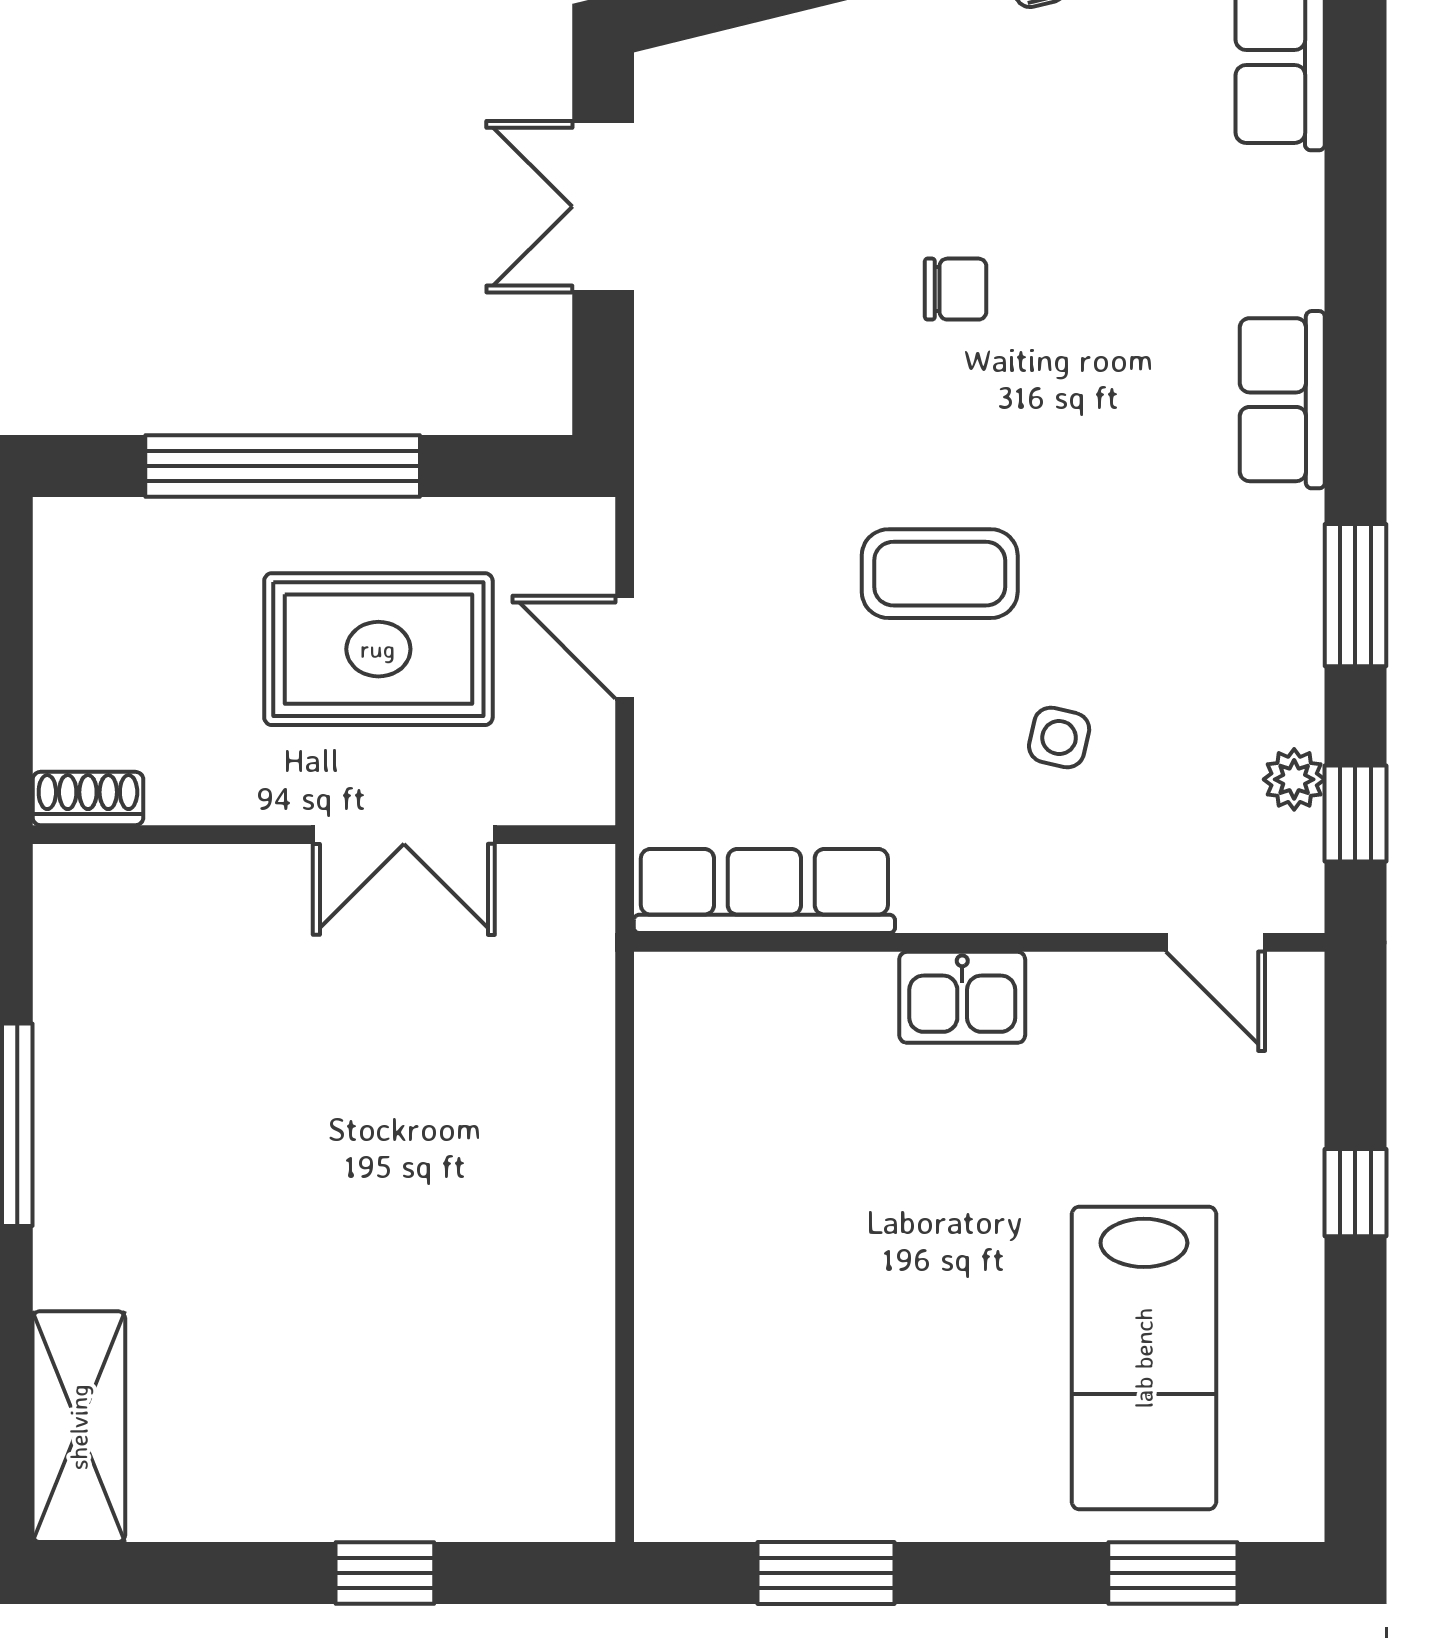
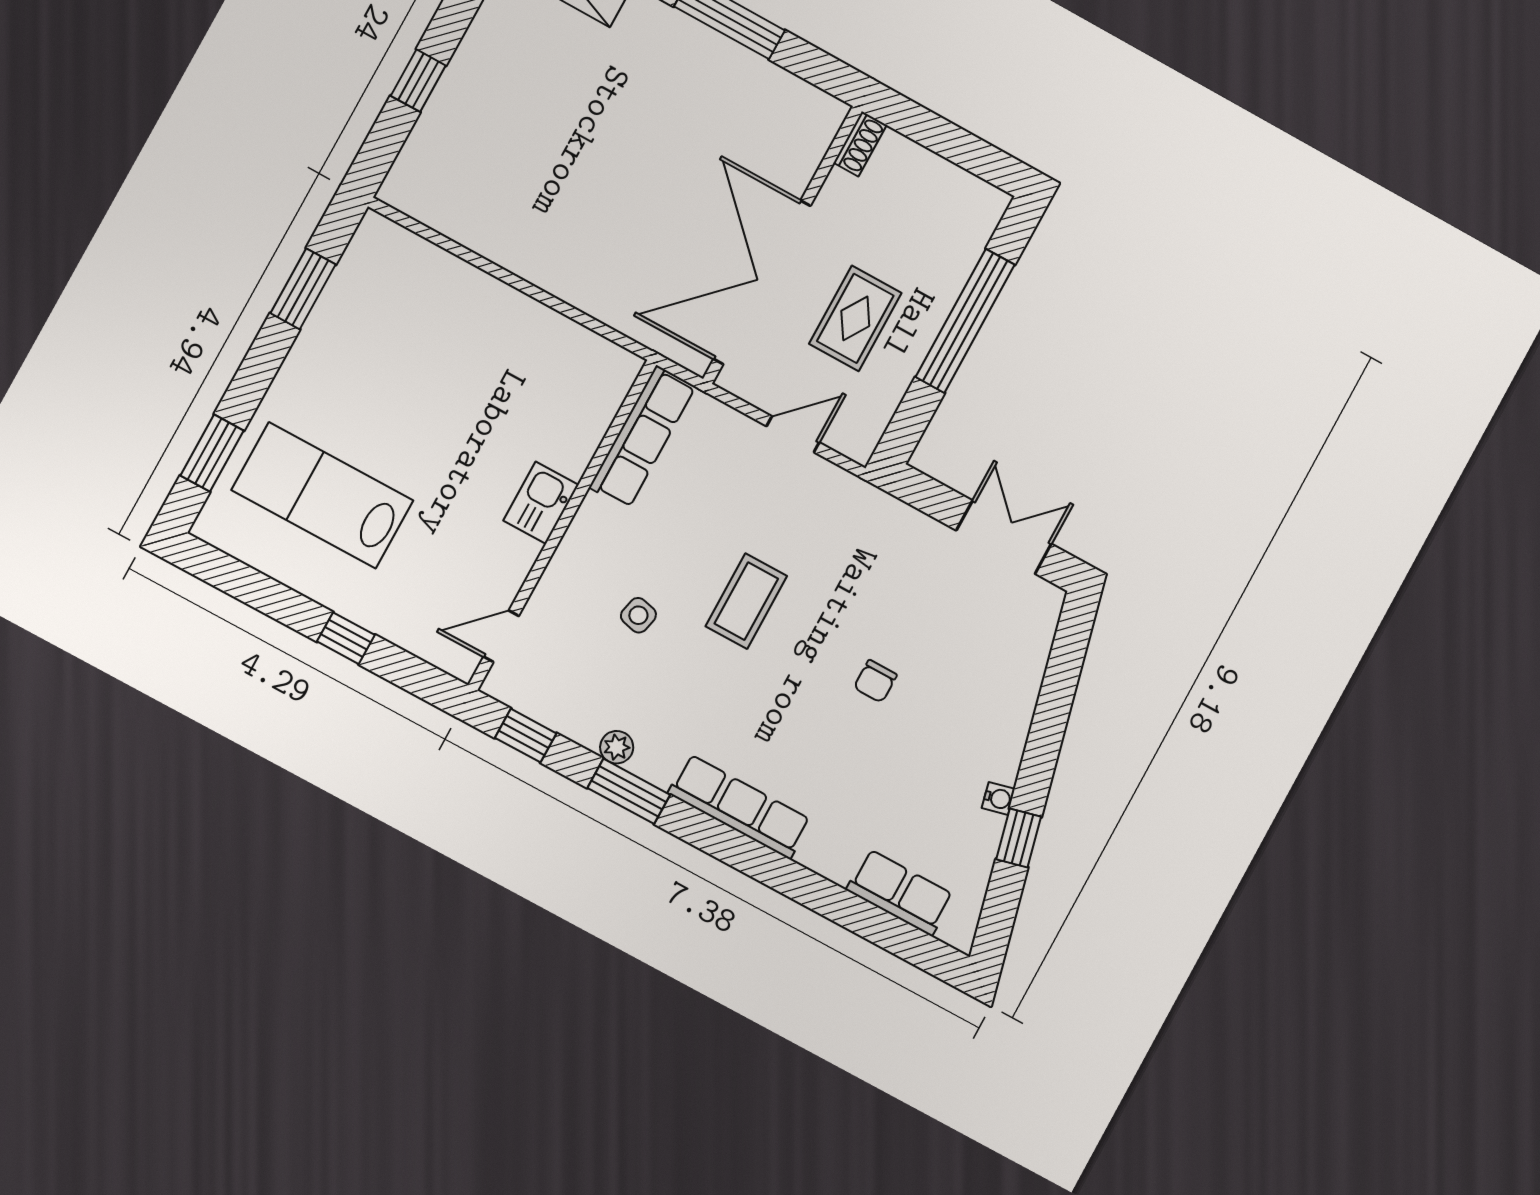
row of seats: (1282, 400) -> (740, 807), width x1.48
rug: (378, 649) -> (855, 318), width x0.73, depth x0.70
plant: (1294, 779) -> (617, 747), moved
double door: (404, 835) -> (762, 282), width x1.87

